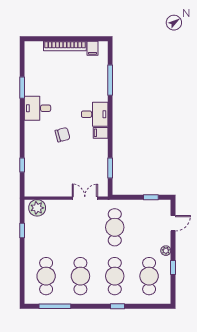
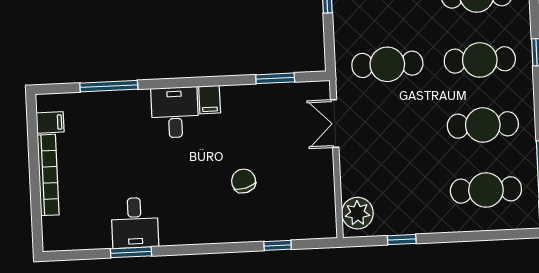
desk: (38, 108) -> (135, 223), moved
chair: (63, 135) -> (244, 181), moved

